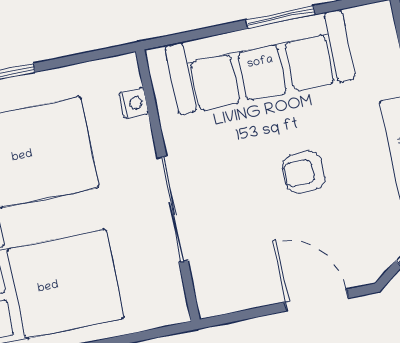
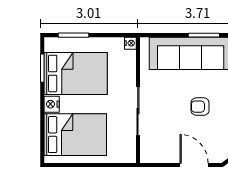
nightstand: (134, 103) -> (130, 43), moved

